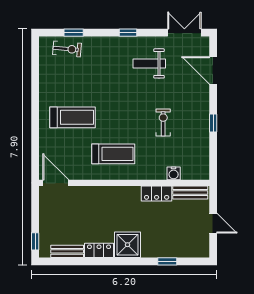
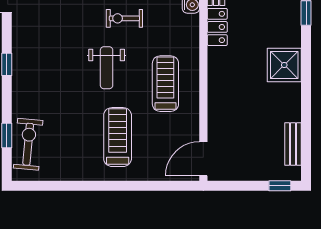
exercise bike: (67, 49) -> (28, 144), width x1.38, depth x1.39
weight bench: (149, 63) -> (107, 68), moved
locker: (99, 250) -> (292, 102), removed

